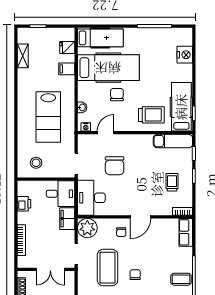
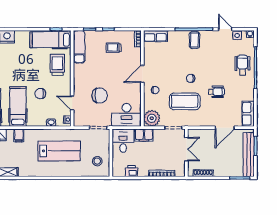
hospital bed: (108, 68) -> (18, 107), width x0.73, depth x0.78
door: (140, 217) -> (142, 74), swing flipped

